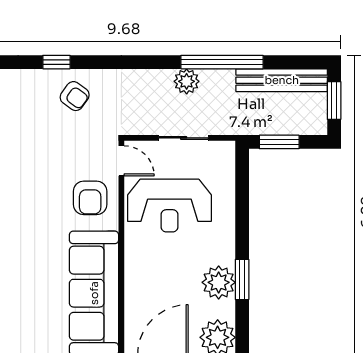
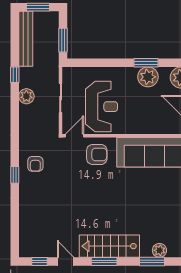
window: (222, 62) -> (15, 75), width x0.32
armchair: (75, 96) -> (35, 164), turned 144

